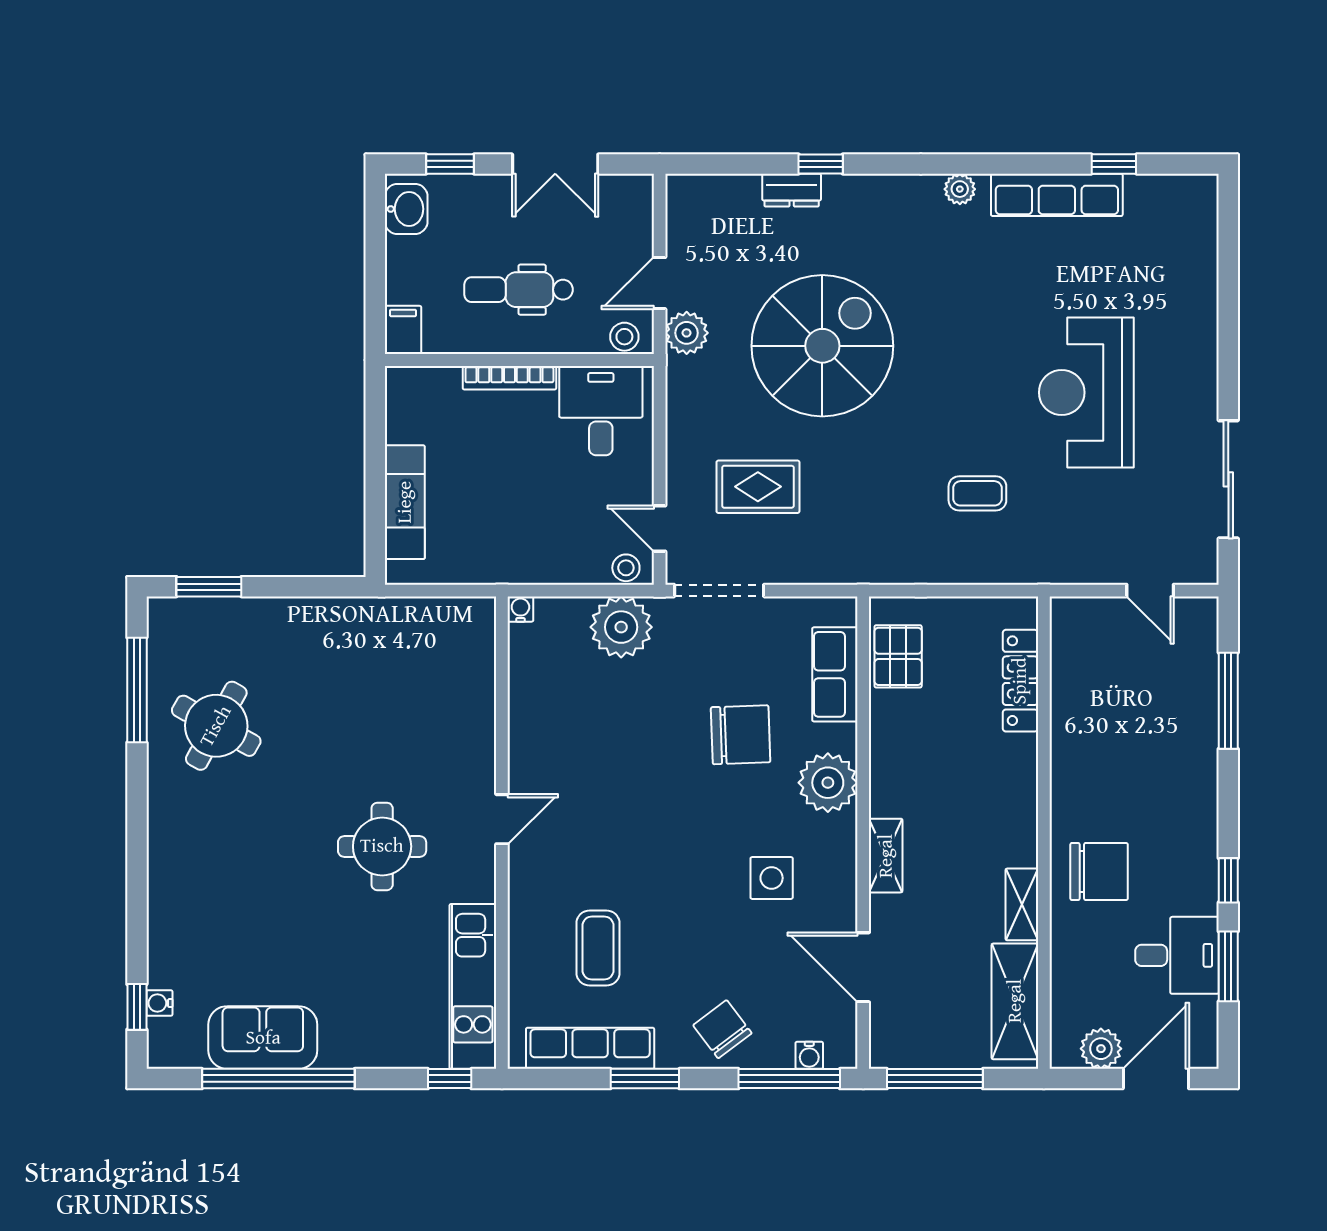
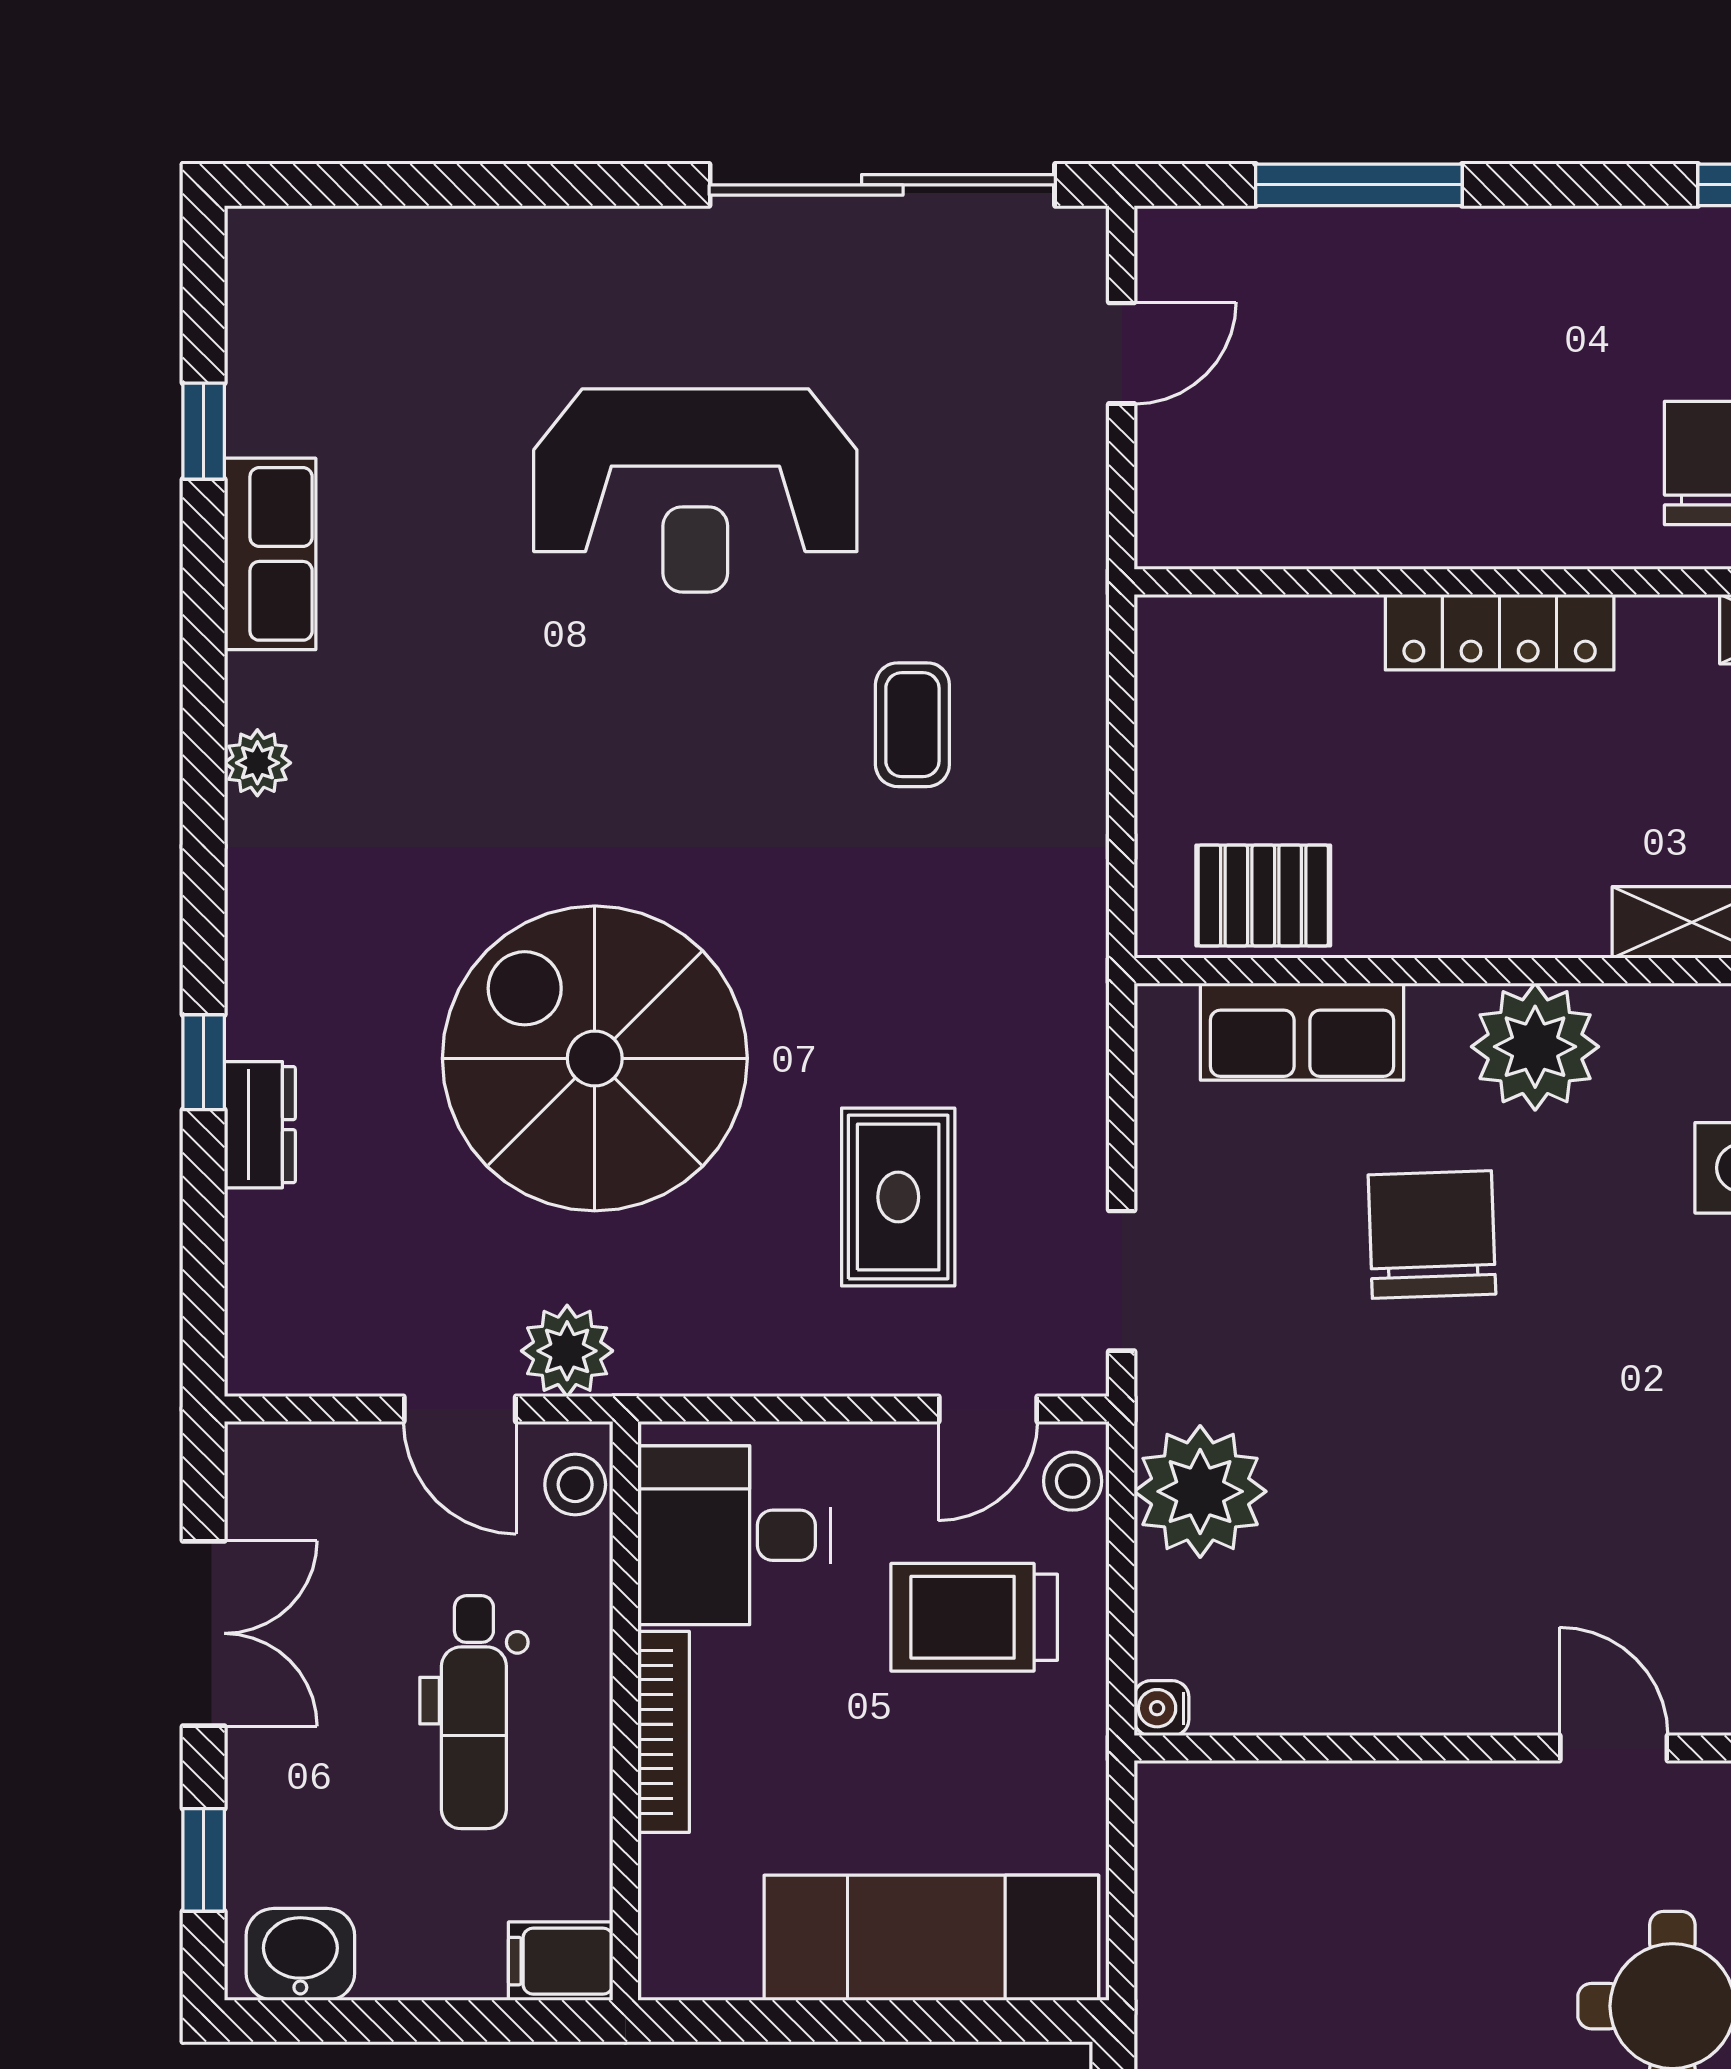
row of seats: (1057, 195) -> (270, 554), width x0.68
sliding door: (1228, 479) -> (882, 185), width x1.36
exam couch: (405, 502) -> (931, 1938), width x1.36, depth x1.45
trolley: (563, 522) -> (974, 1617), added
doorway: (719, 591) -> (1122, 1281), width x0.73
locker: (1020, 681) -> (1500, 632), moved

